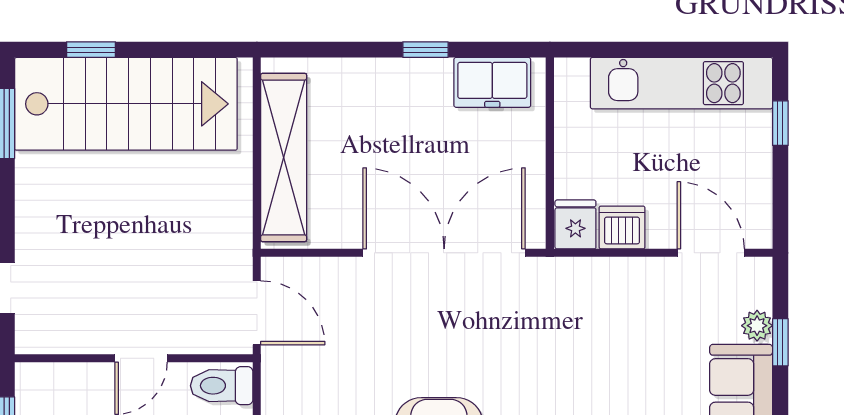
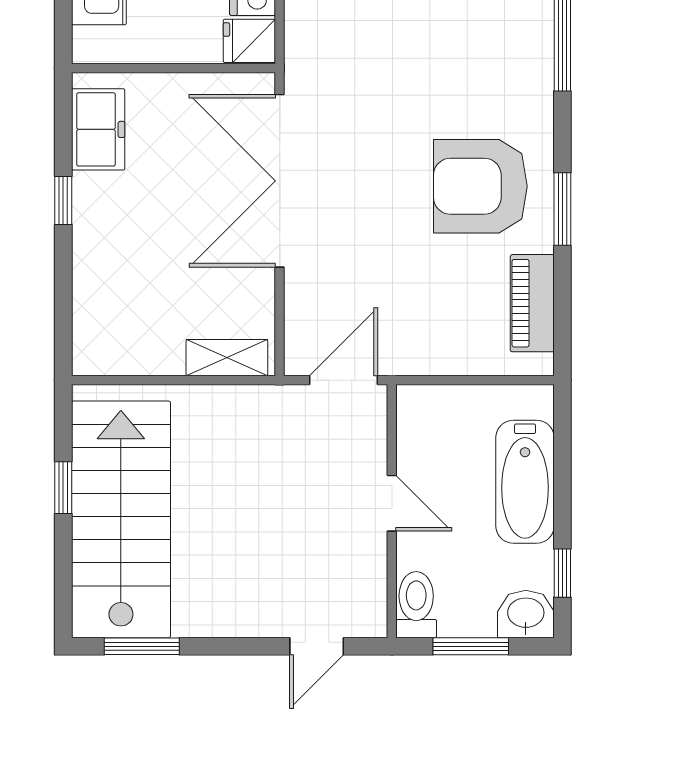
window: (91, 50) -> (63, 488), moved
shelving: (284, 157) -> (227, 358), width x0.45, depth x0.75
toilet: (222, 386) -> (416, 605), moved, turned 180

